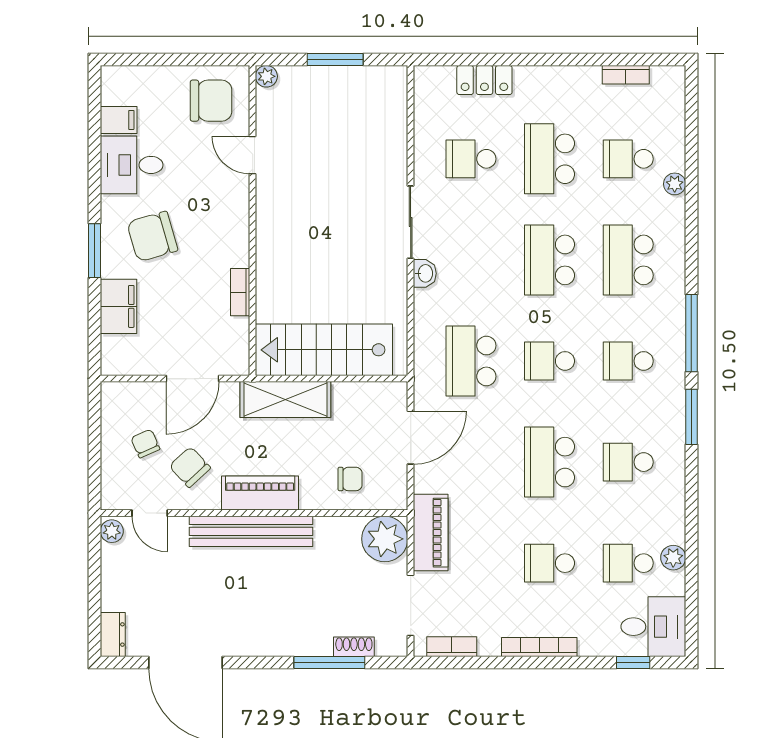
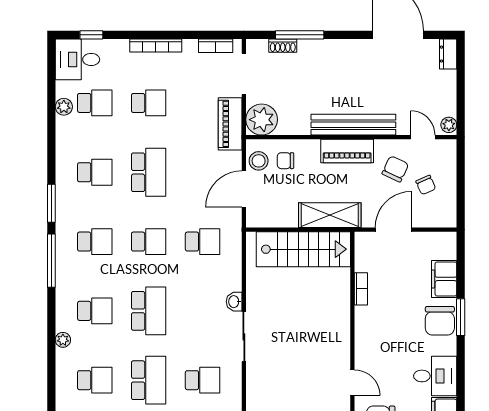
plant: (675, 184) -> (63, 340), moved
chair: (152, 236) -> (440, 321), moved, turned 106
school desk: (628, 260) -> (95, 311), width x0.54
school desk: (471, 361) -> (203, 242), width x0.54
chair: (190, 467) -> (395, 169), turned -112
stool: (389, 479) -> (259, 161), added

